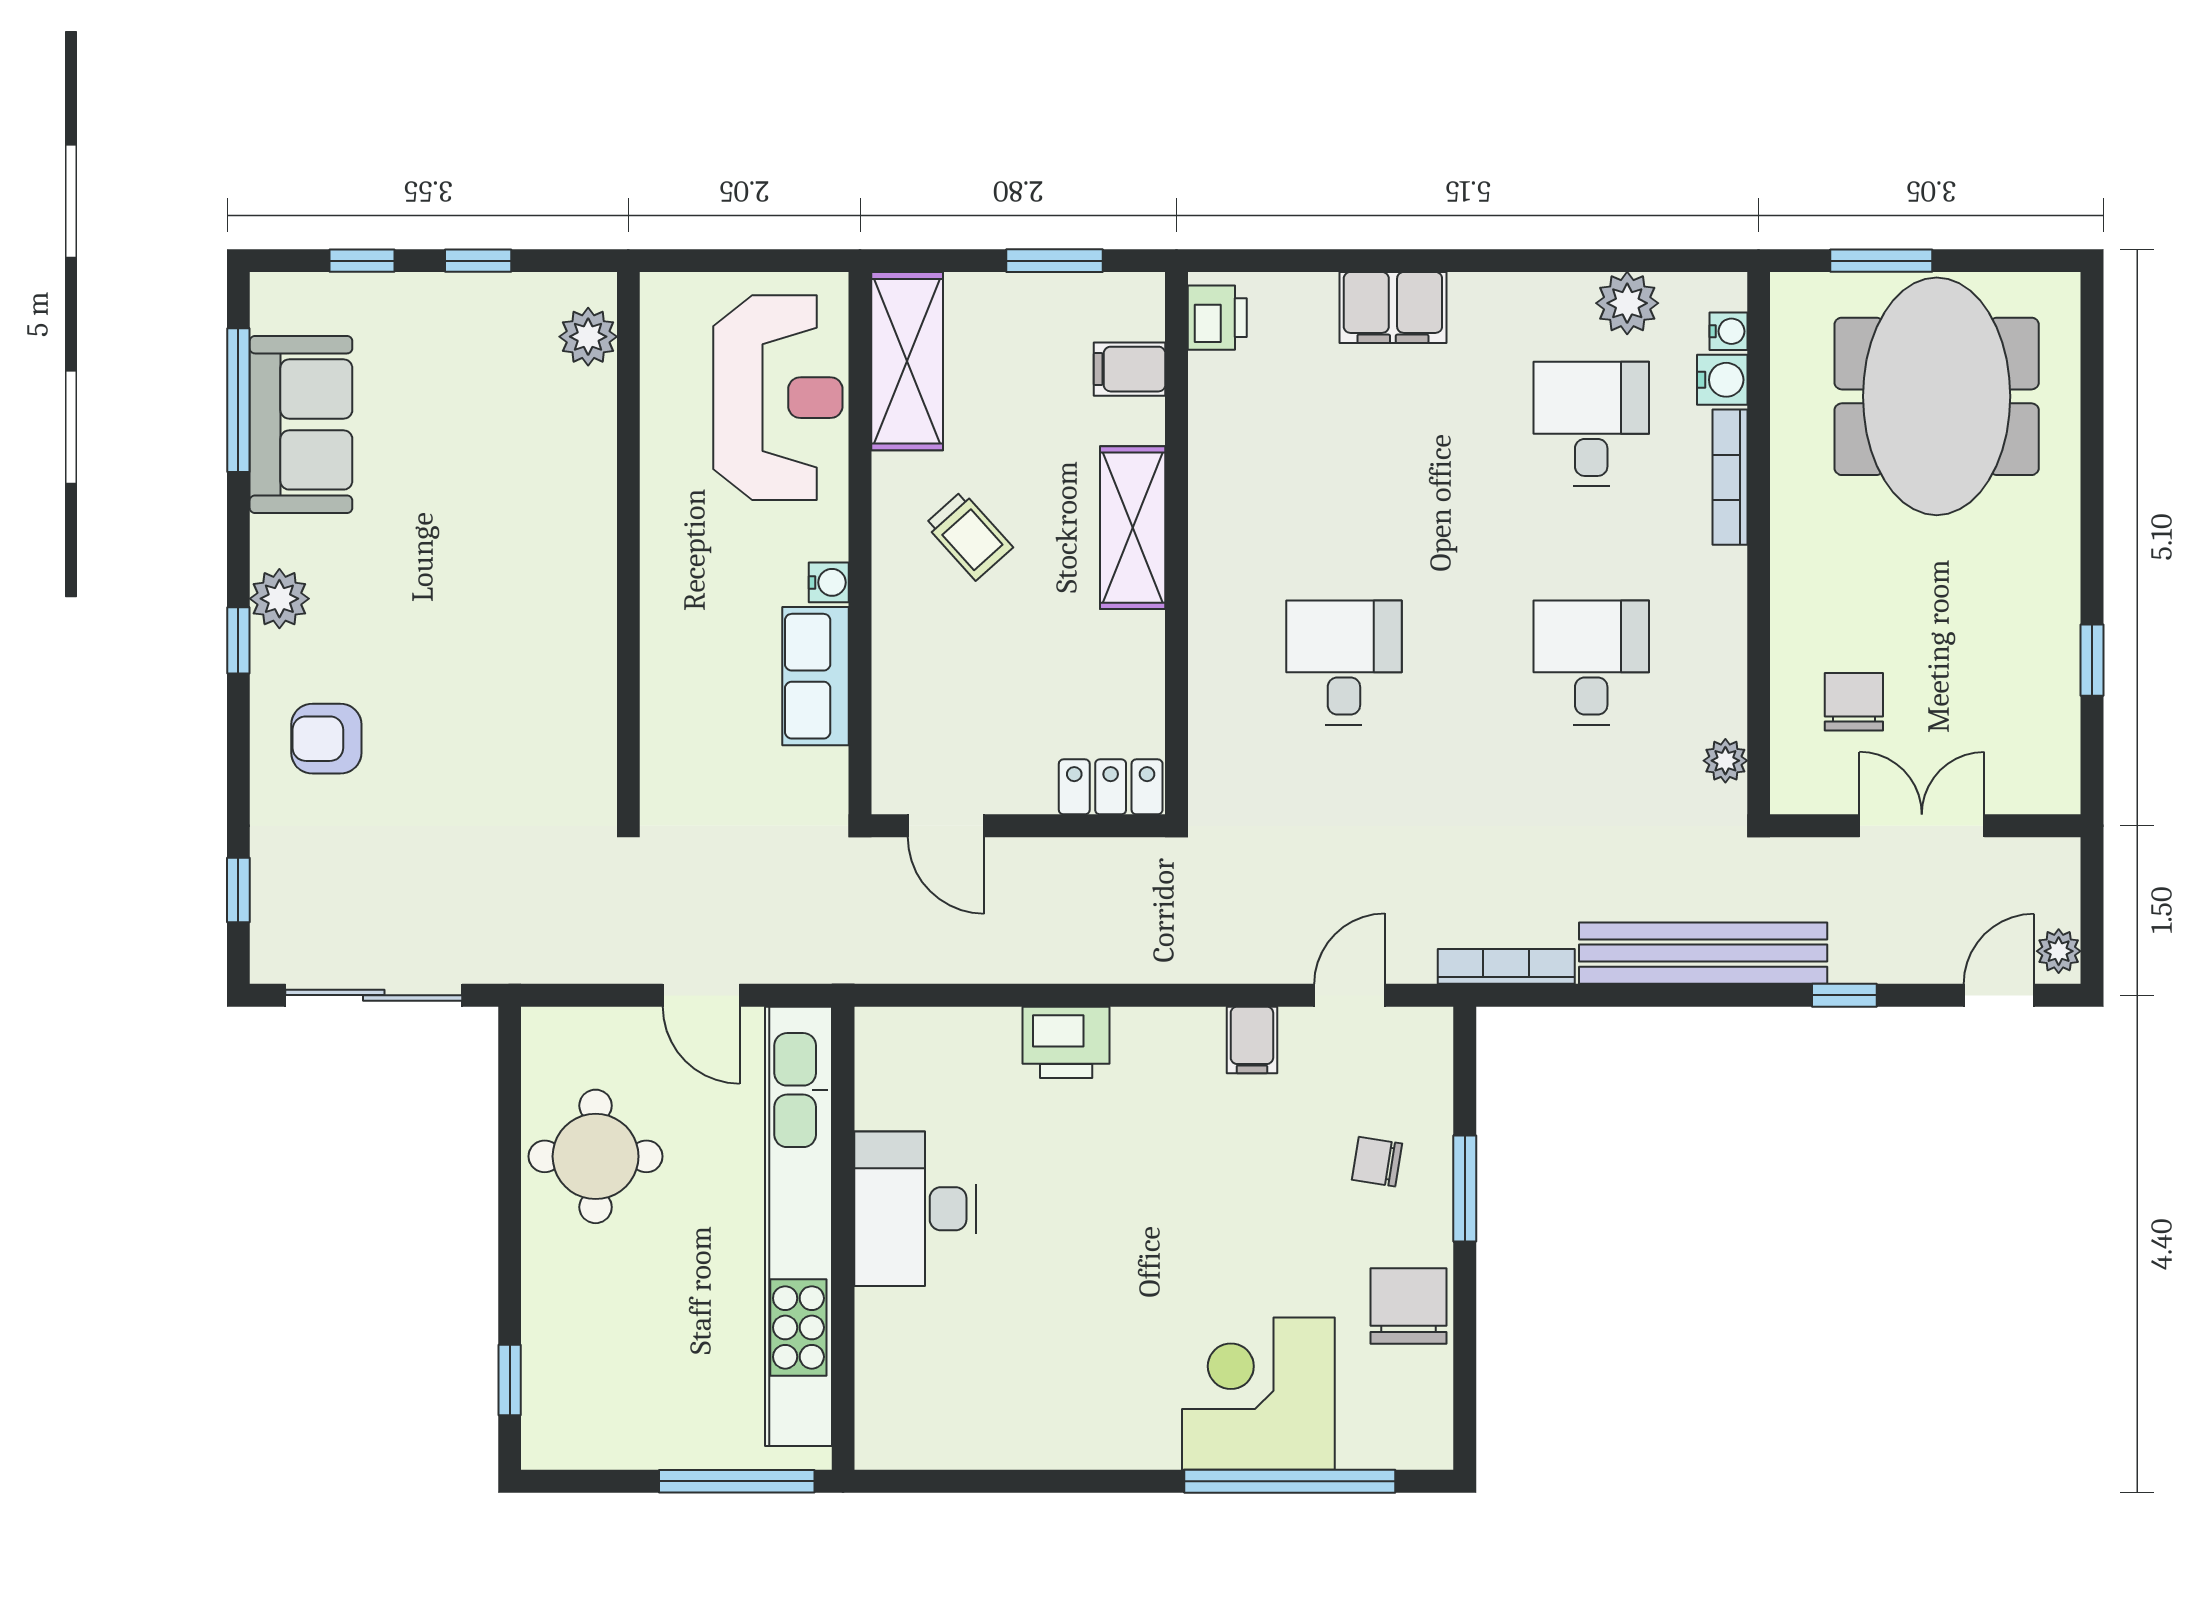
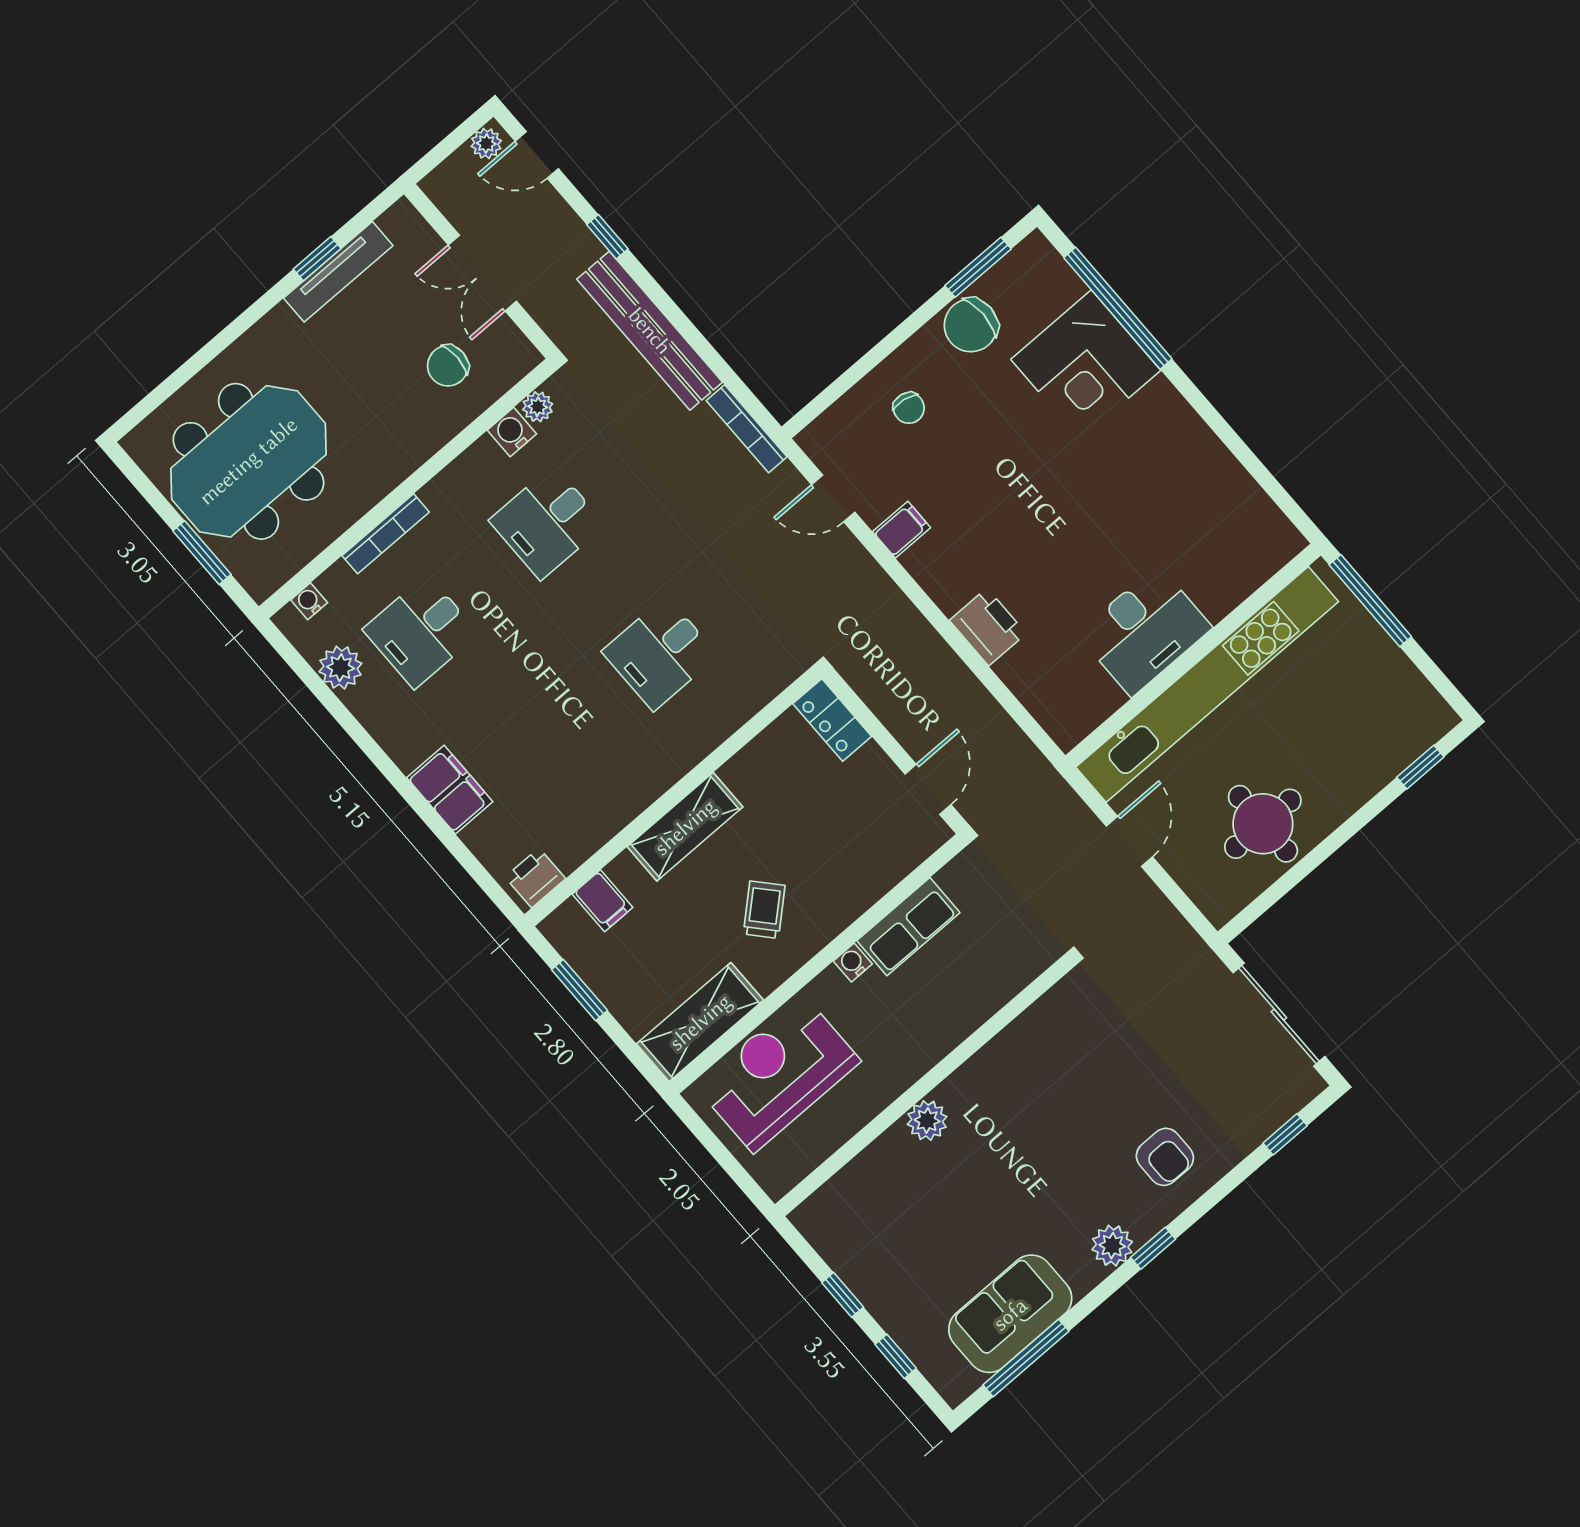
plant: (588, 337) -> (927, 1120), moved
water cooler: (1722, 380) -> (512, 432), moved
tv unit: (2058, 671) -> (338, 272), added
window: (1465, 1188) -> (978, 267), moved

